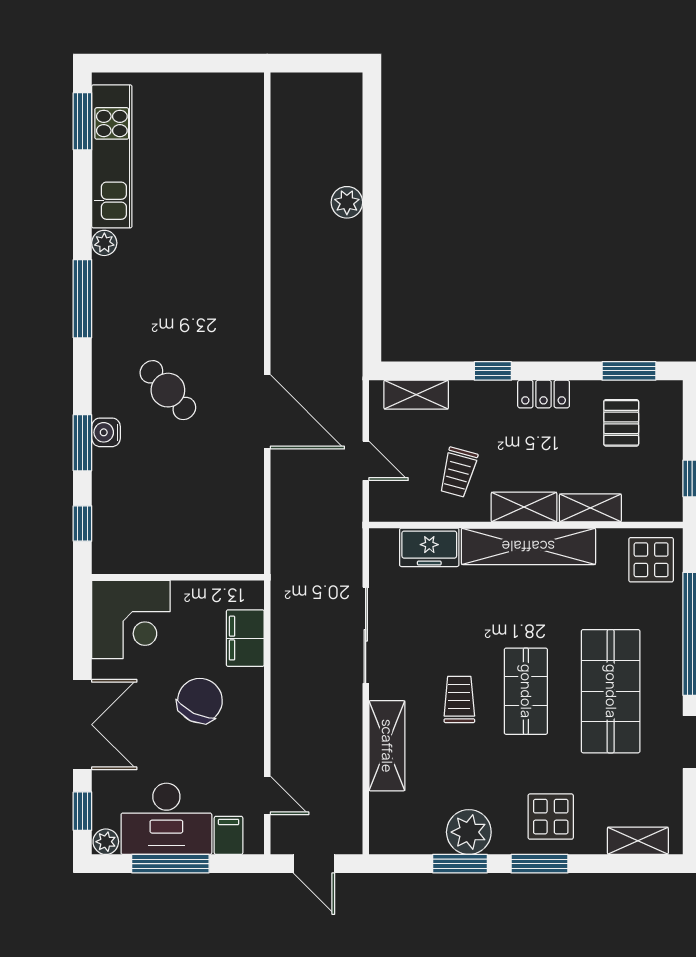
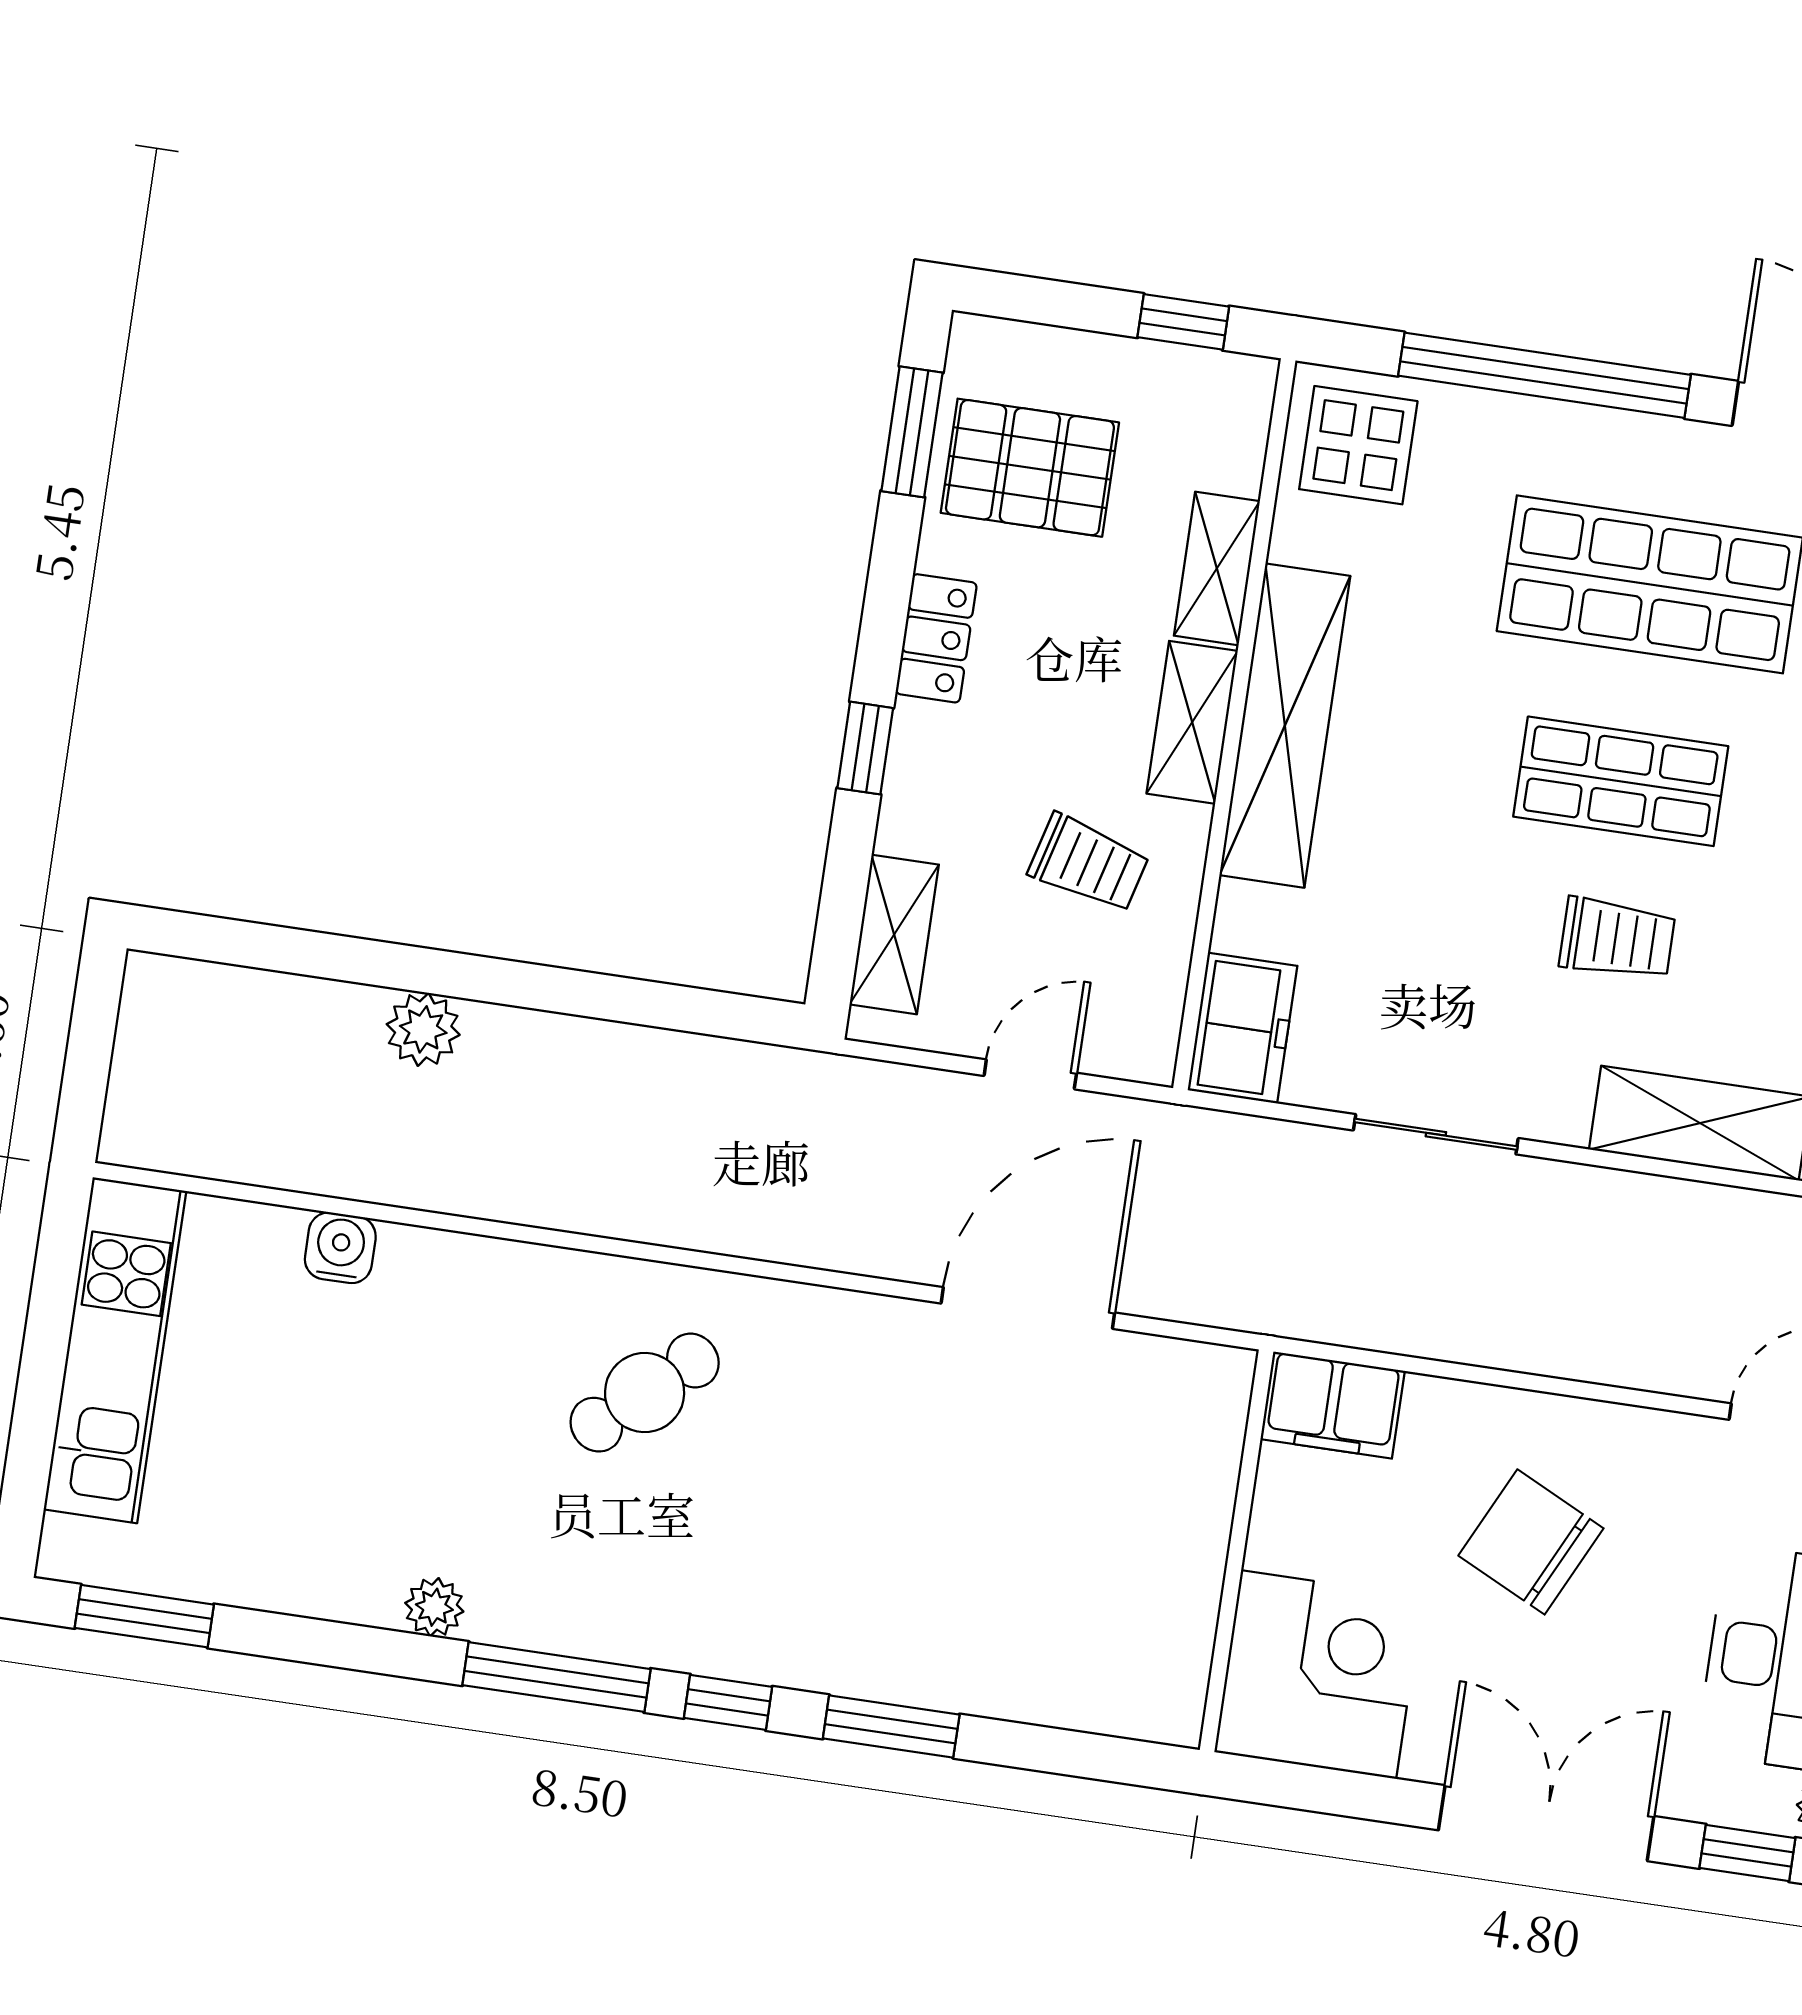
kitchen unit: (112, 156) -> (115, 1350), moved, turned 90
cafe table: (168, 390) -> (645, 1393), moved
door: (267, 412) -> (1028, 1308), moved
pallet: (621, 423) -> (1030, 468), width x1.50, depth x1.42
water cooler: (106, 432) -> (340, 1248), moved, turned 180
window: (82, 524) -> (728, 1702), moved
freezer: (429, 547) -> (1243, 1028), moved
sliding door: (366, 635) -> (1436, 1134), width x0.73
filing cabinet: (245, 638) -> (1333, 1405), moved
trolley: (459, 699) -> (1617, 939), turned 180

